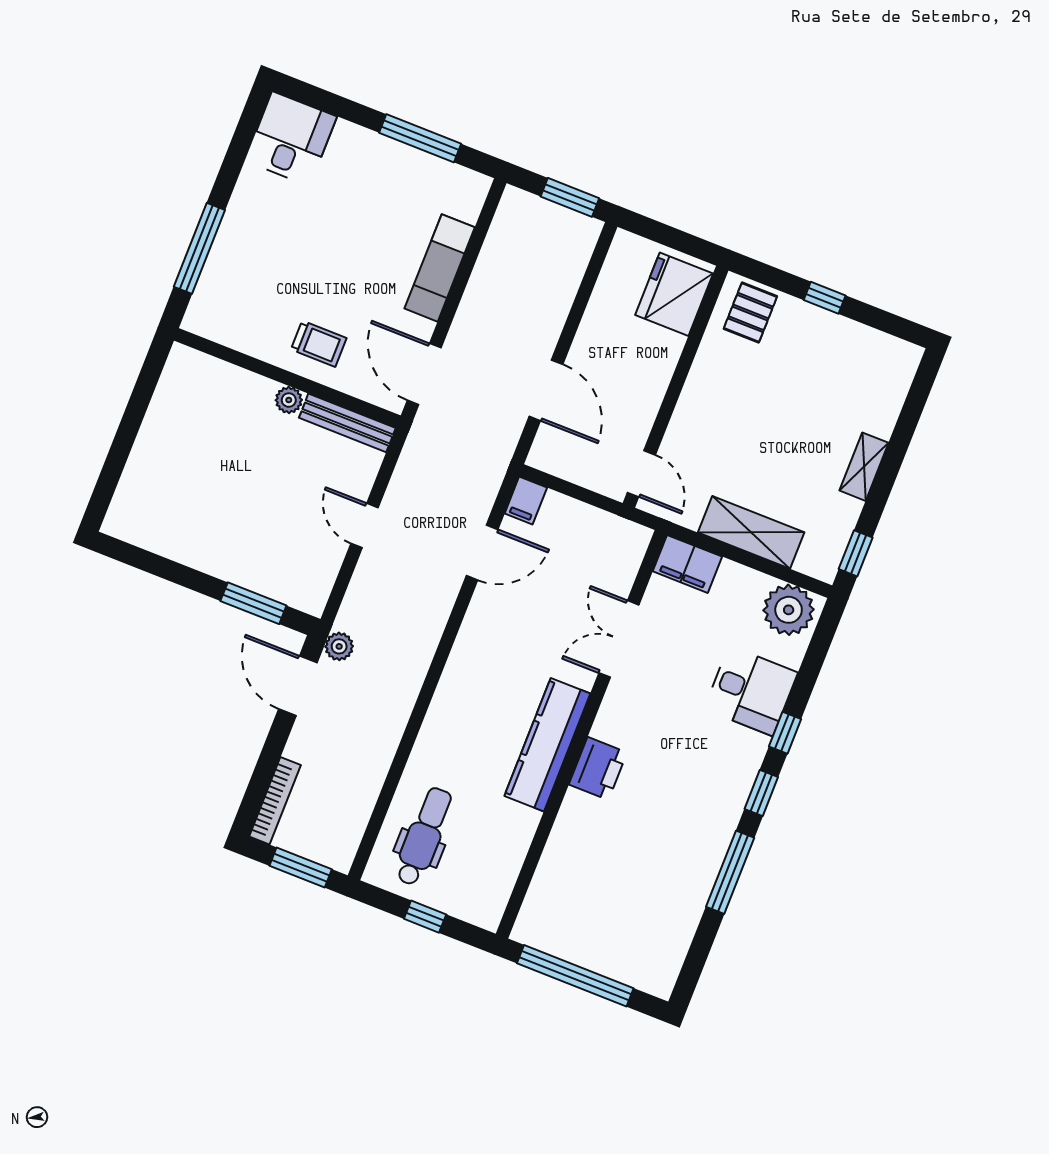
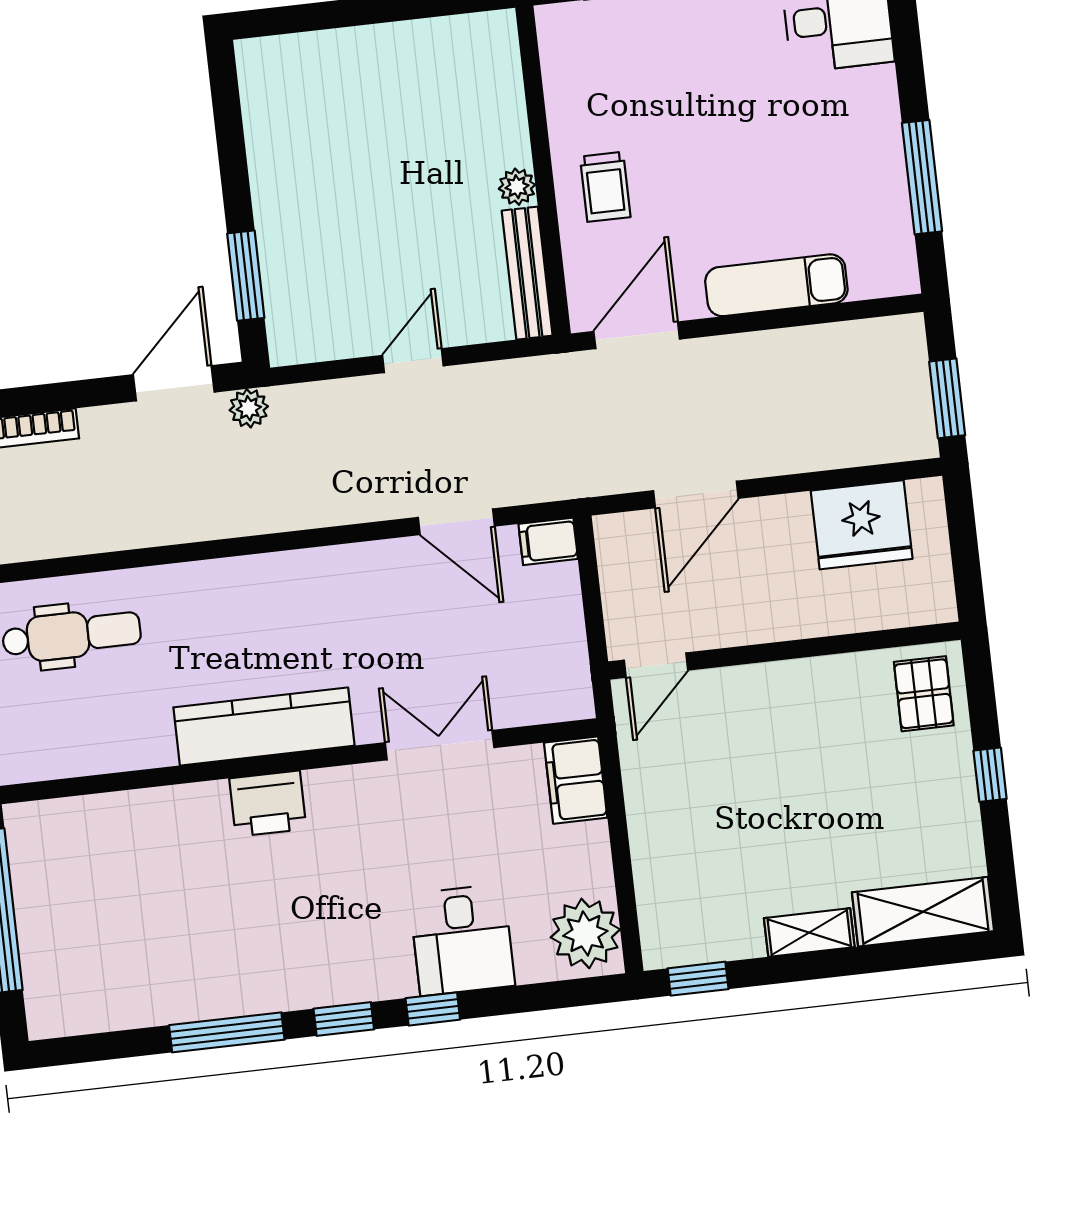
fridge: (674, 294) -> (862, 525), moved, turned 180
pallet: (750, 312) -> (924, 694), turned 90
shelving: (751, 532) -> (923, 912), moved, turned 90

